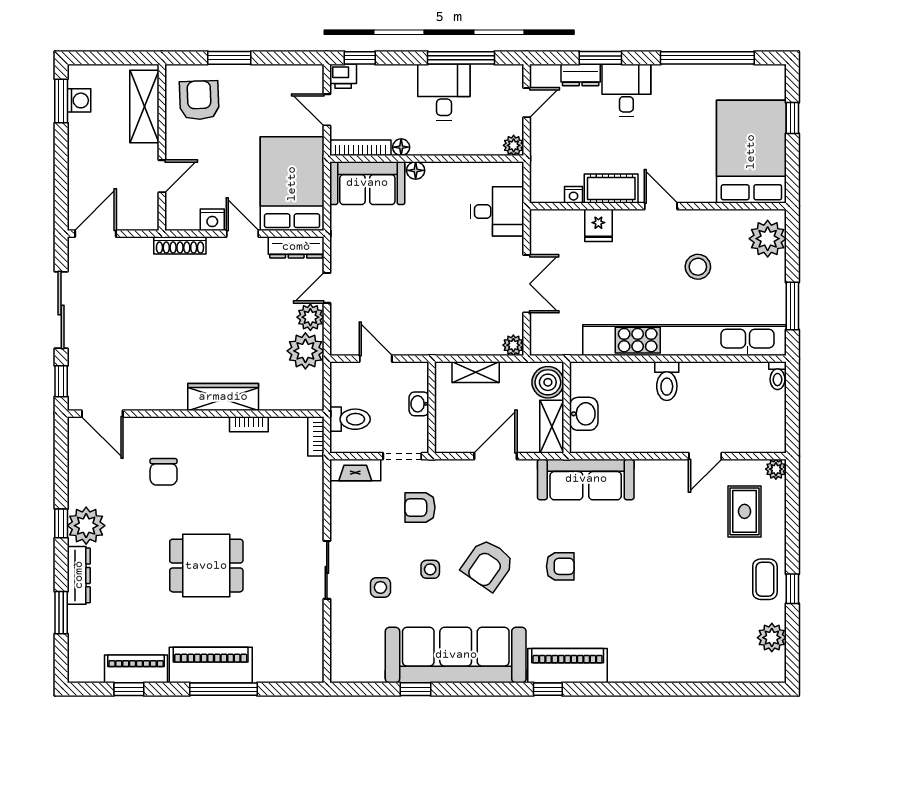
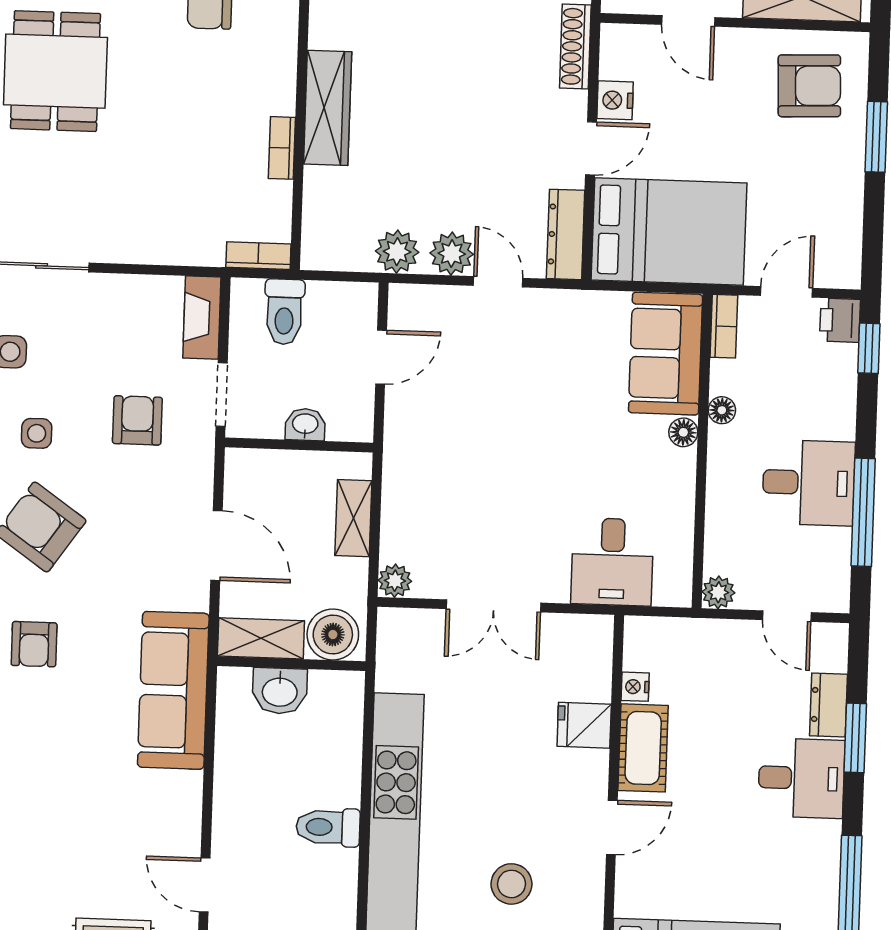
bookcase: (360, 148) -> (724, 326), width x0.64
plant: (305, 351) -> (397, 252), width x0.73, depth x0.73

